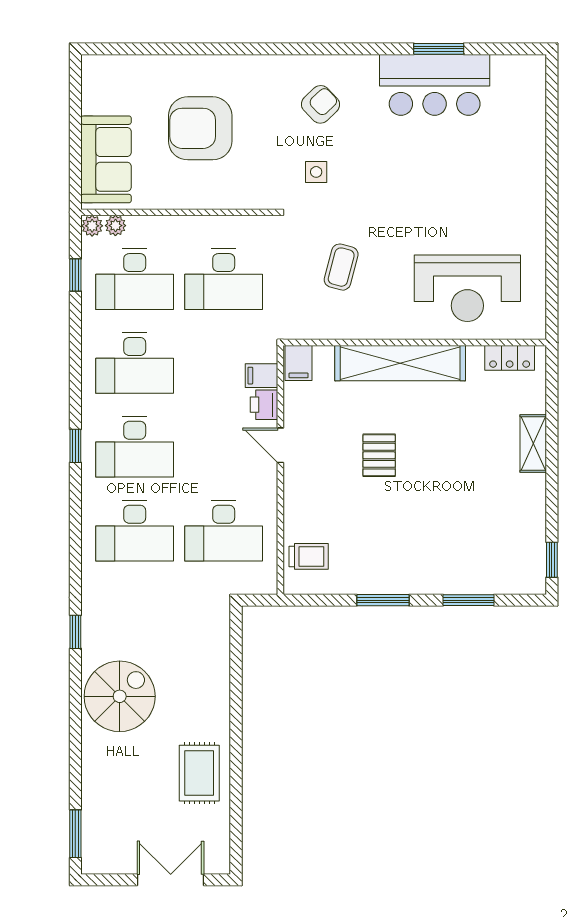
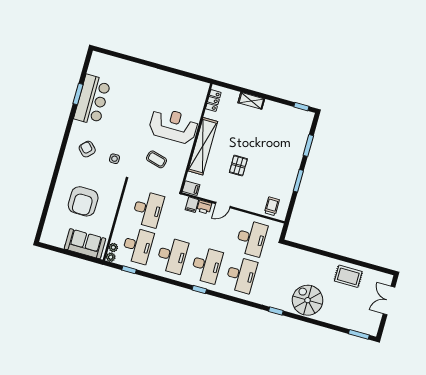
reception desk: (467, 288) -> (173, 126), moved, turned -90
pallet: (379, 455) -> (238, 166), turned 90

